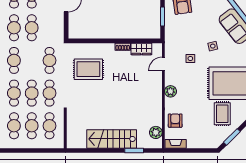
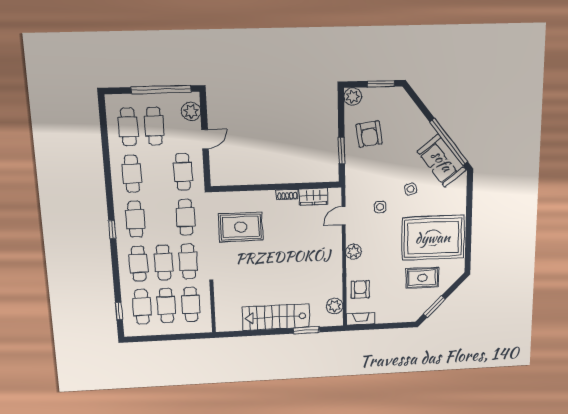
cafe table: (32, 28) -> (183, 172), moved
rug: (222, 114) -> (422, 278), turned 90

